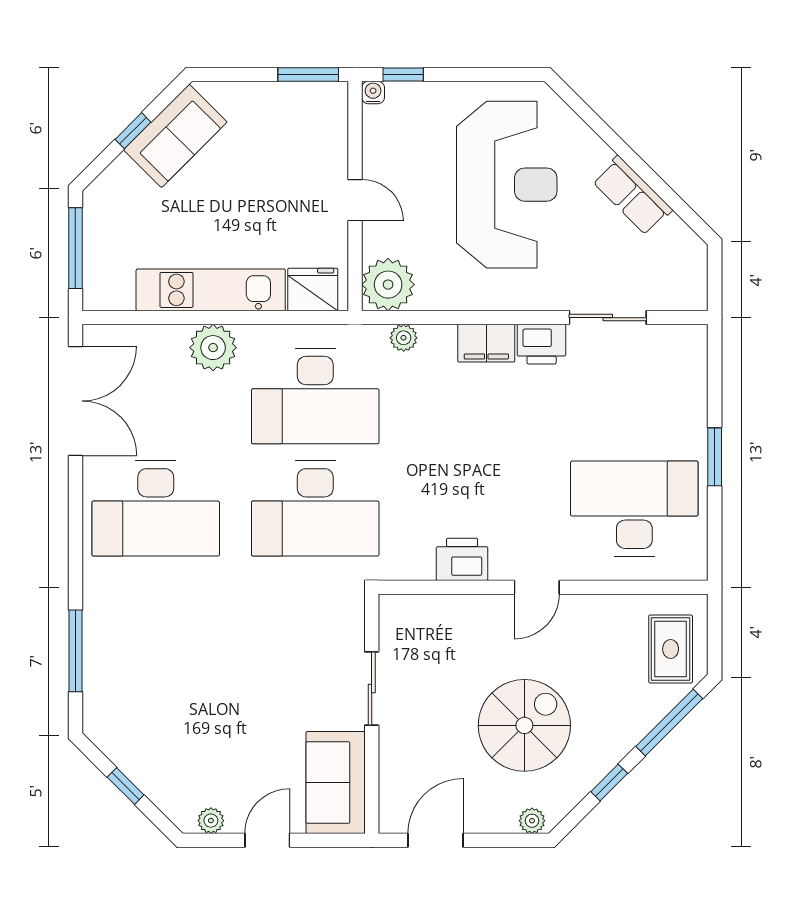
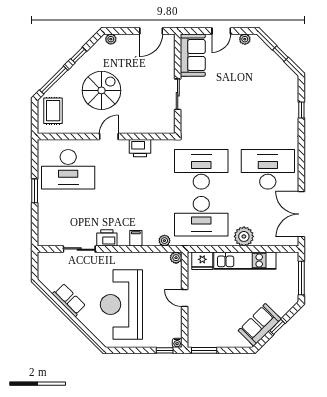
plant: (388, 285) -> (176, 258), width x0.53, depth x0.53
filing cabinet: (486, 343) -> (136, 238), width x0.50
desk: (315, 396) -> (201, 216), turned 180
window: (75, 651) -> (301, 110), width x0.46
spiral stairs: (524, 725) -> (101, 90), moved, turned 180

